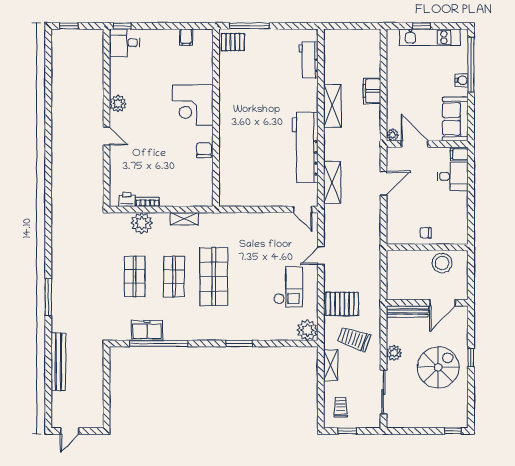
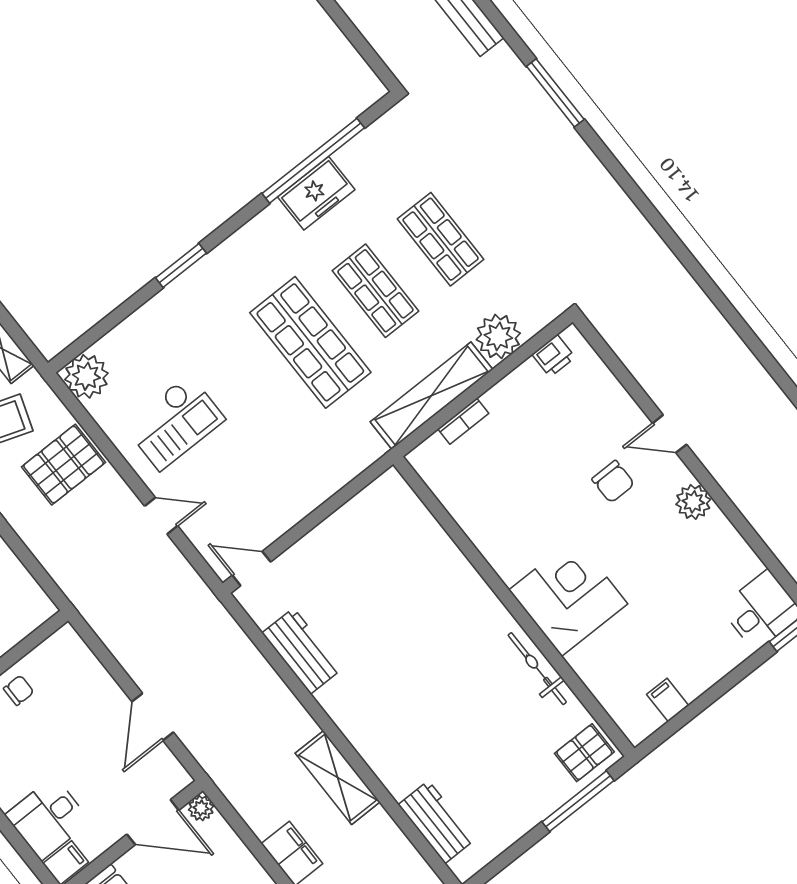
bicycle: (226, 87) -> (537, 669), added
workbench: (305, 147) -> (302, 651), width x0.53, depth x0.76
chair: (204, 150) -> (613, 482), moved
shelving: (332, 182) -> (238, 652), removed
bookcase: (148, 202) -> (463, 421), moved
shelving: (184, 219) -> (431, 396), width x2.20, depth x1.33
door: (321, 256) -> (161, 516), hinge flipped
checkout: (288, 287) -> (174, 422), turned -90
freezer: (147, 330) -> (316, 193), moved

